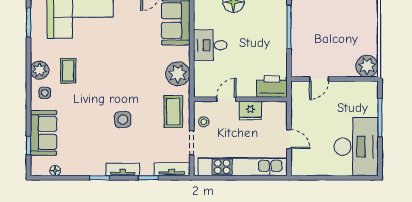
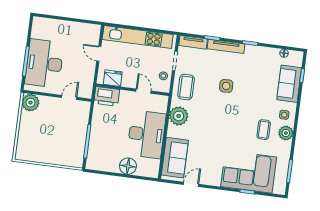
desk: (210, 45) -> (146, 134), width x1.87, depth x1.30
door: (226, 99) -> (144, 91), swing flipped
fridge: (250, 111) -> (113, 78), moved
desk: (356, 147) -> (44, 63), moved
tv unit: (123, 170) -> (226, 46), width x1.41

